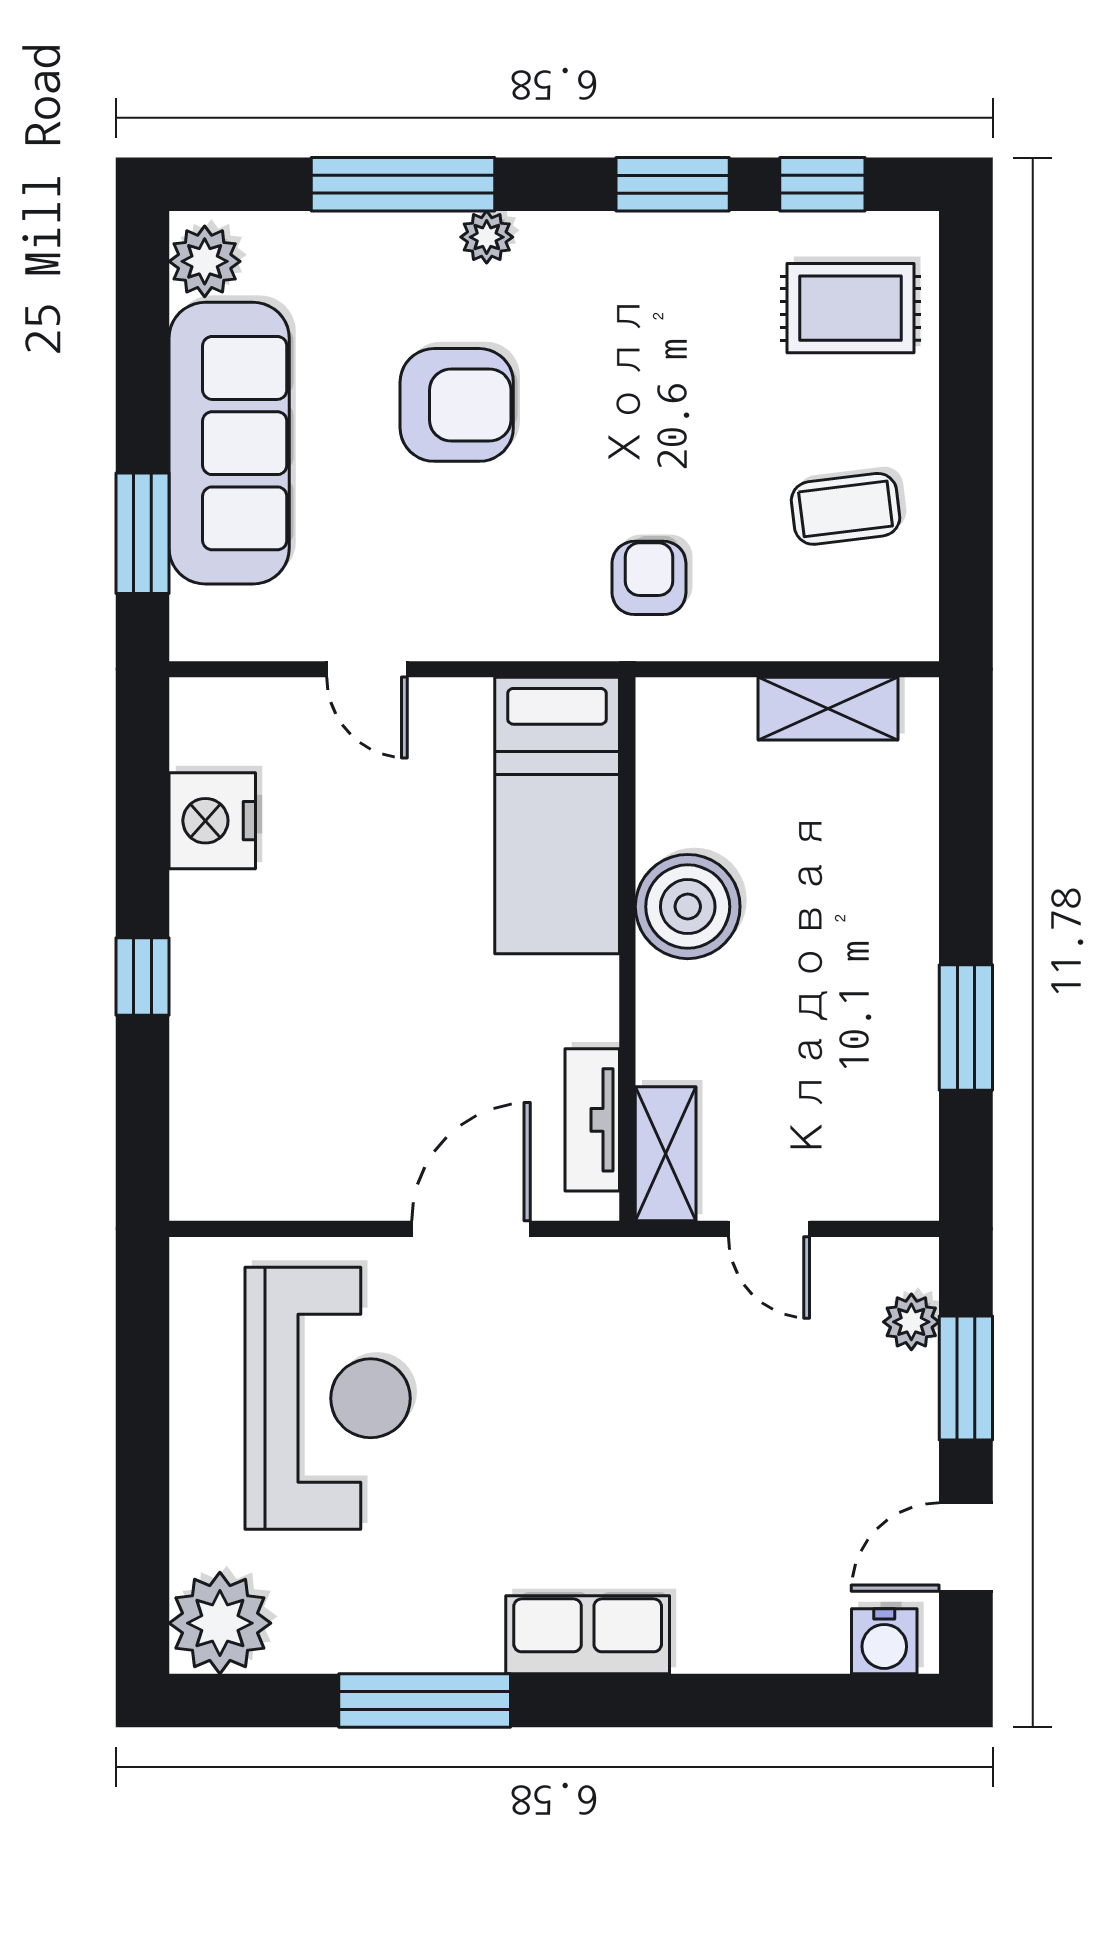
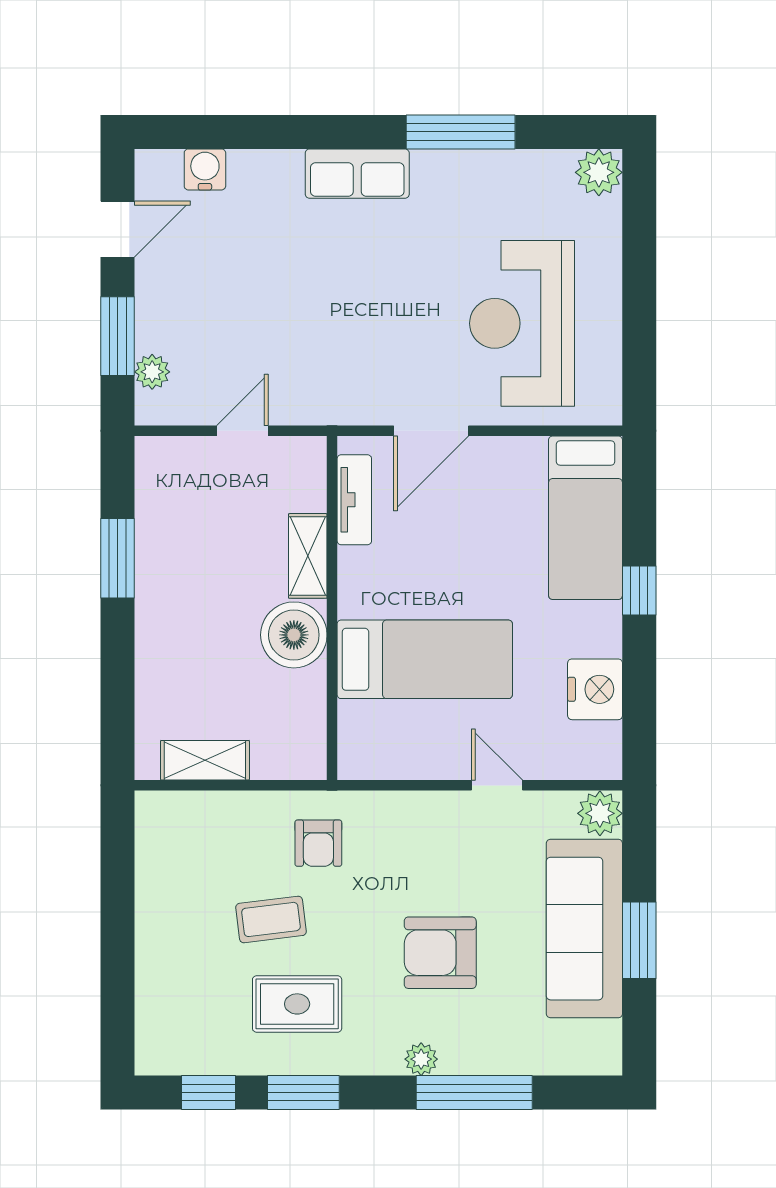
plant: (205, 261) -> (600, 813), moved
rug: (851, 308) -> (297, 1004), moved
coffee table: (846, 509) -> (271, 919), moved
window: (143, 533) -> (639, 940), moved
bed: (557, 816) -> (425, 659), moved, turned 90
bed: (227, 1092) -> (586, 518), added
shelving: (666, 1154) -> (308, 556), moved
door: (769, 1229) -> (242, 431), hinge flipped
plant: (220, 1623) -> (599, 172), width x0.73, depth x0.73
water cooler: (884, 1641) -> (205, 169), moved

